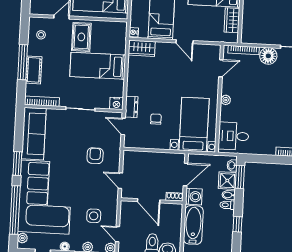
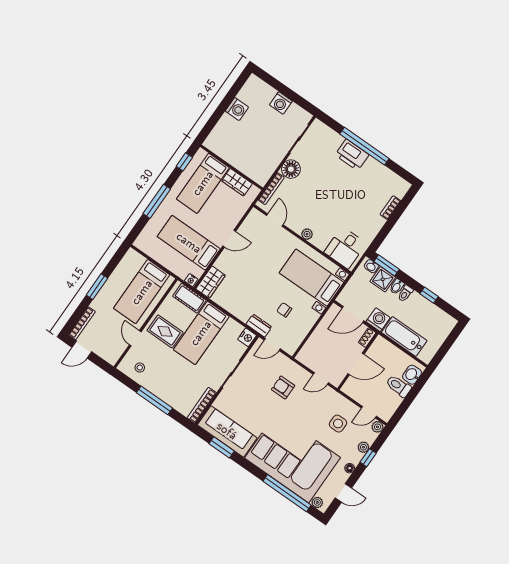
cot: (34, 70) -> (189, 298), moved
window: (17, 164) -> (222, 447), moved
door: (186, 174) -> (353, 314), swing flipped

